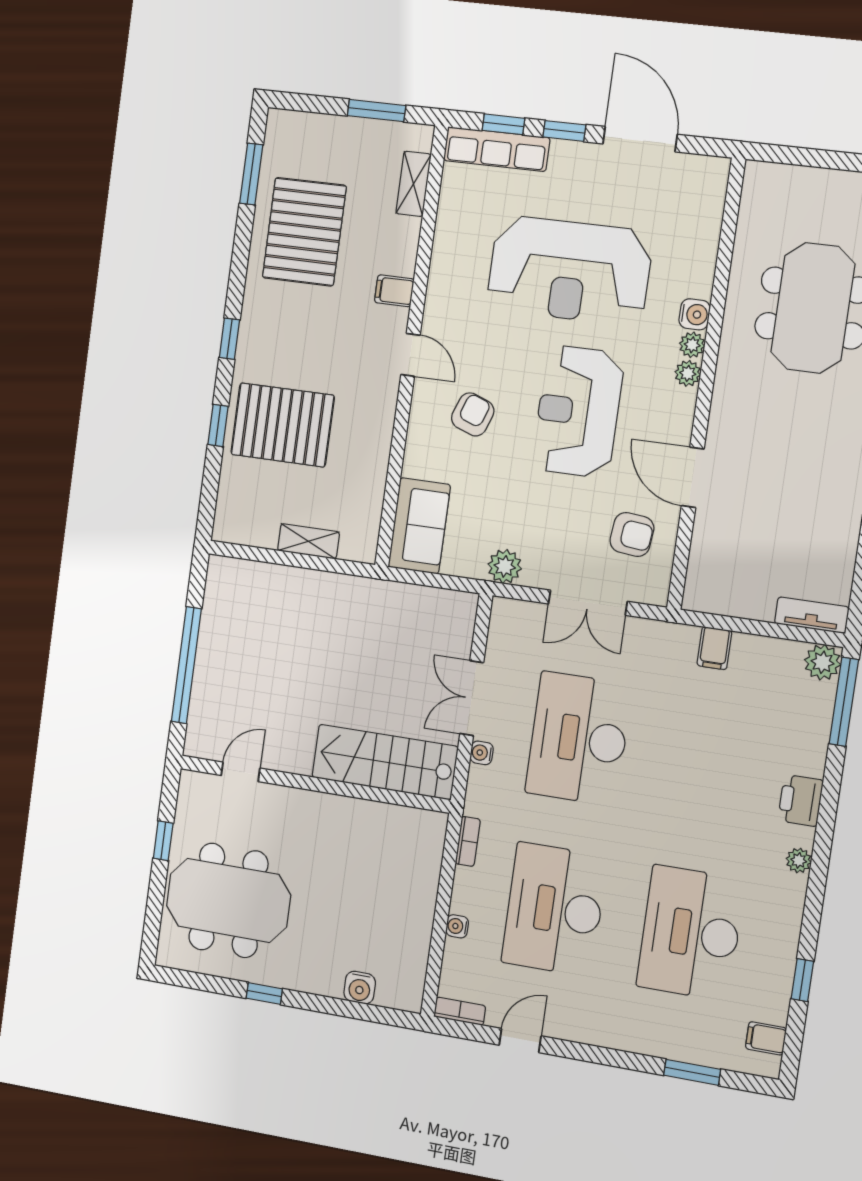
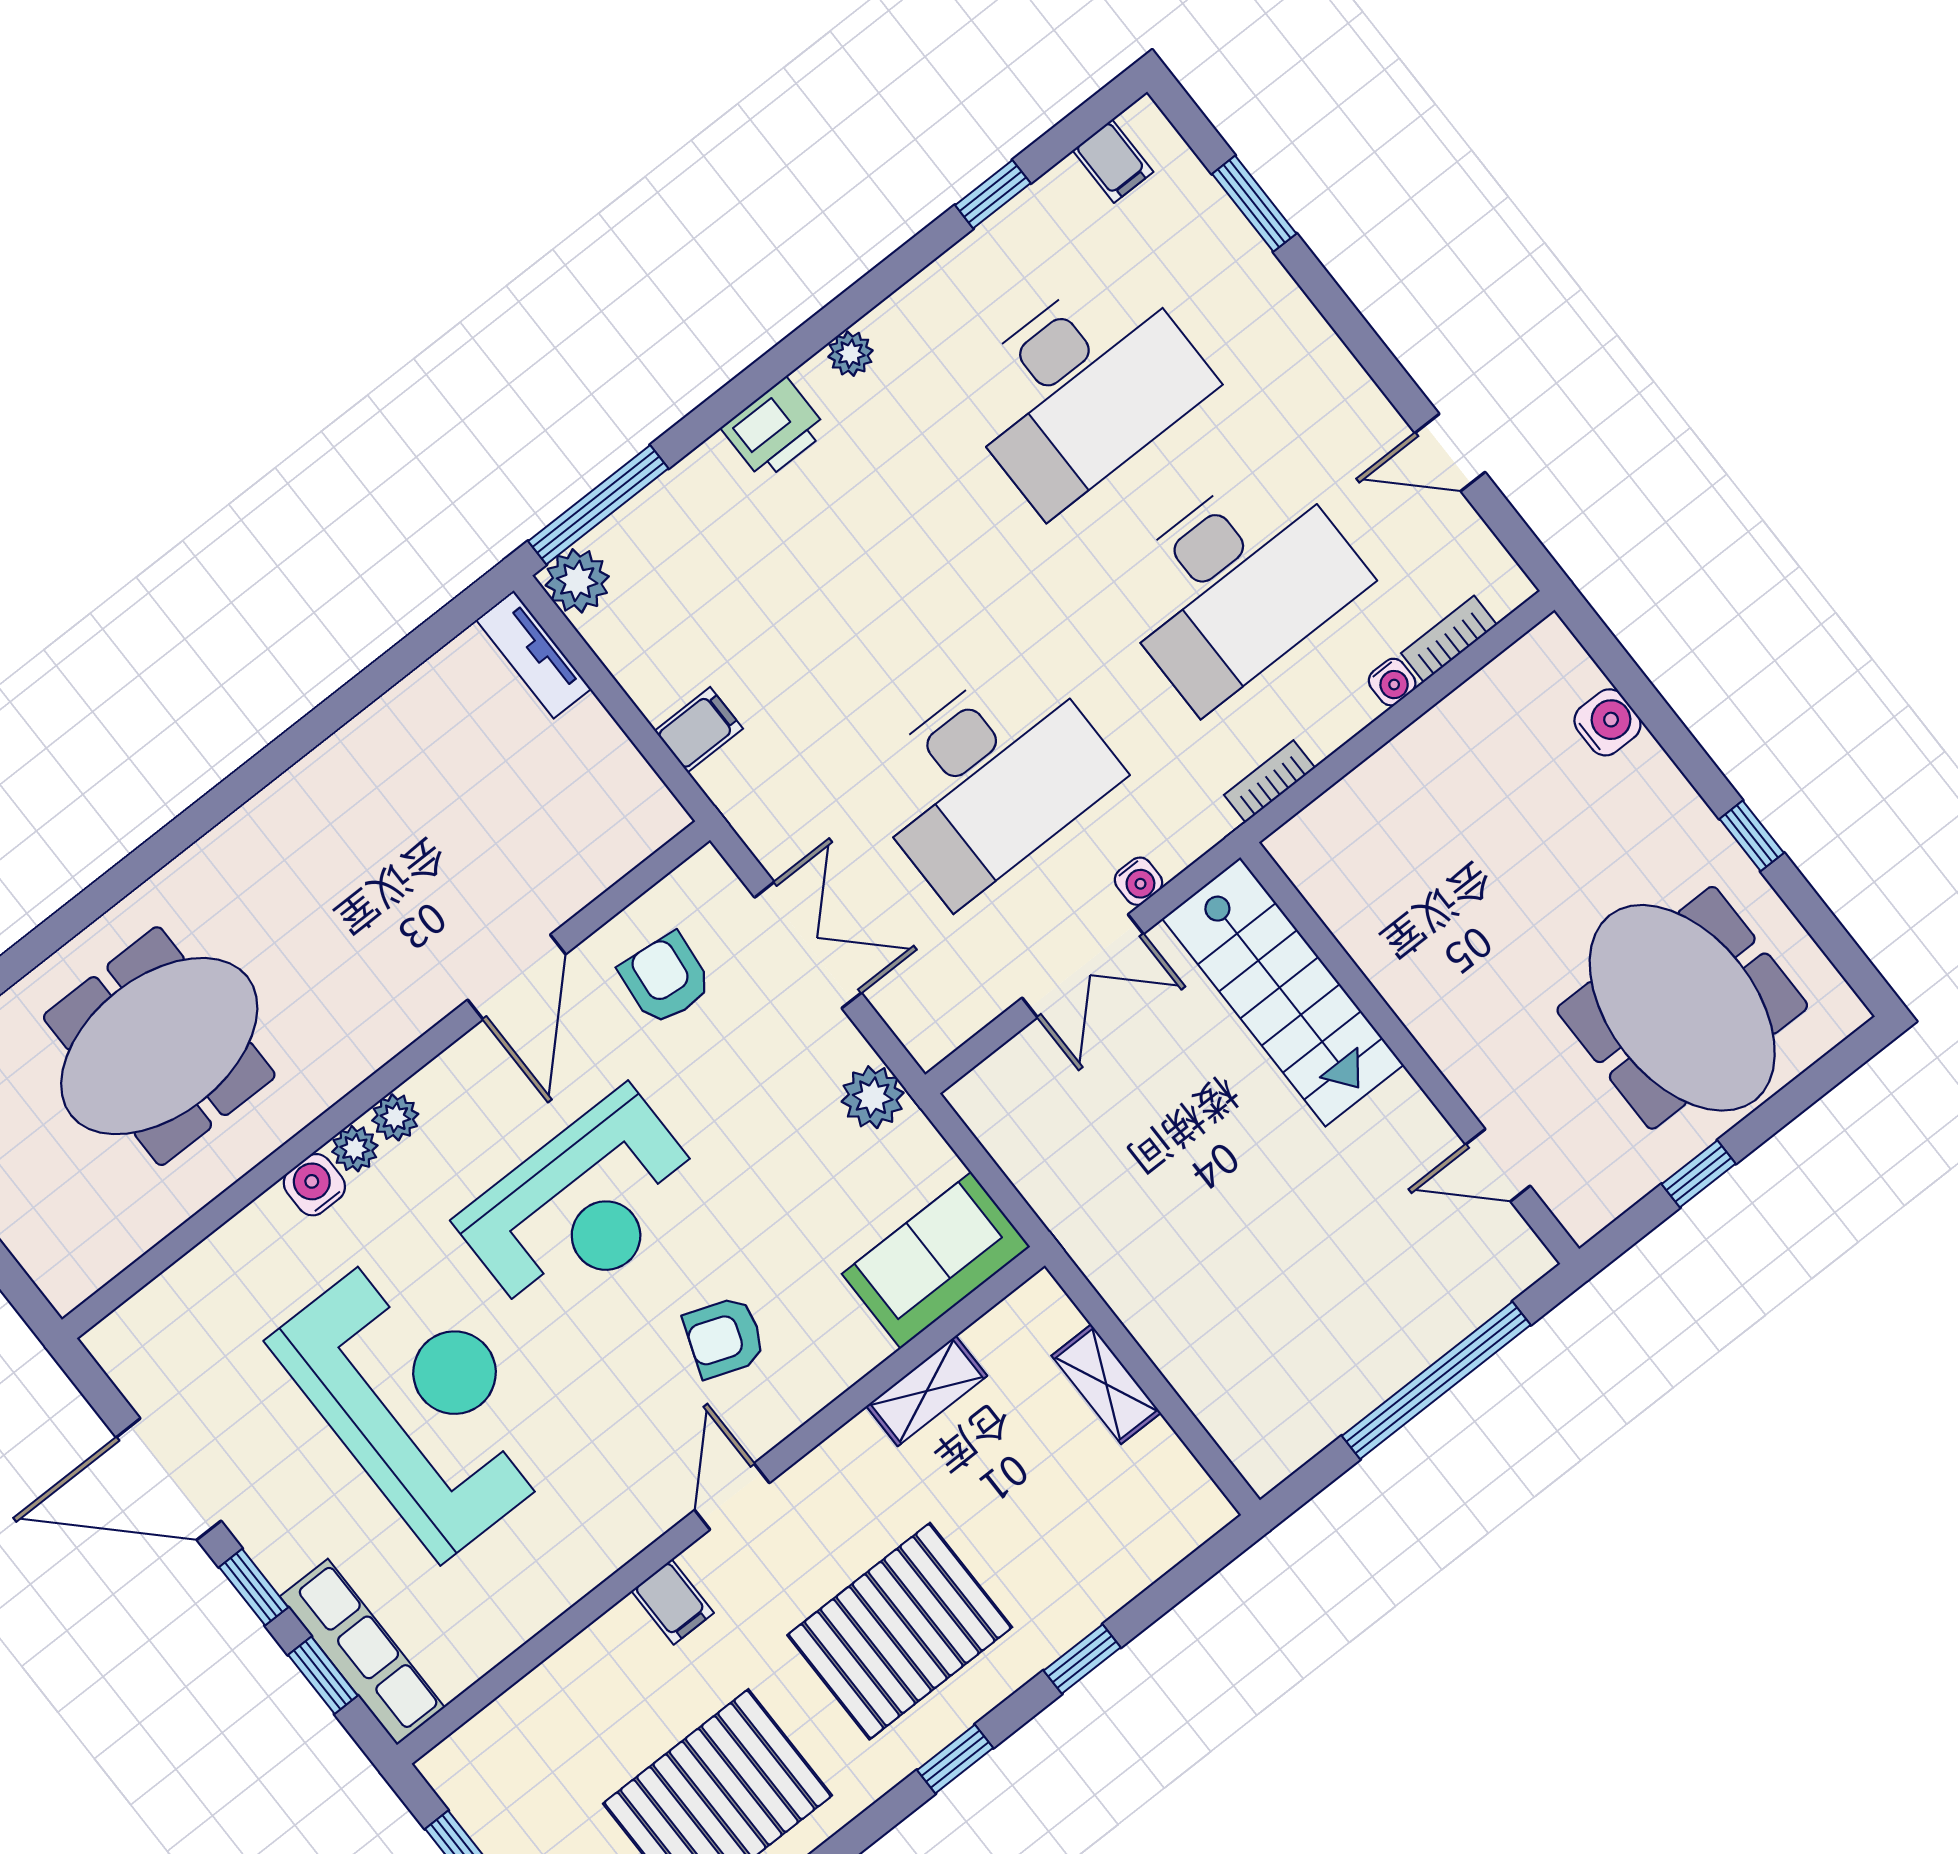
door: (640, 139) -> (169, 1479), hinge flipped
shelving: (413, 184) -> (927, 1391), moved
pallet: (283, 425) -> (900, 1631), moved, turned 90
bookcase: (460, 1011) -> (1449, 639), moved, turned 90

